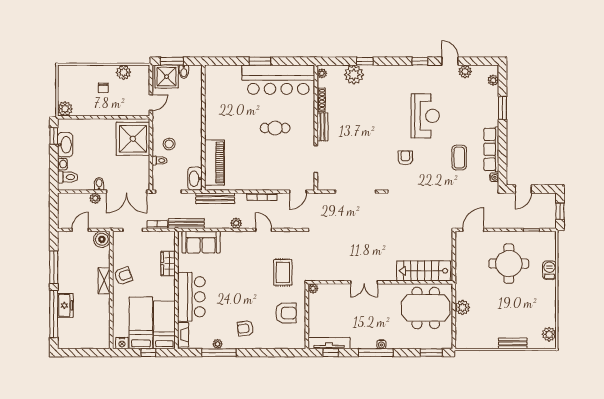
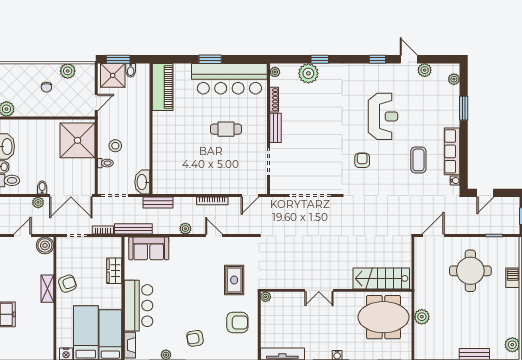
piano: (214, 163) -> (163, 87), moved
bench: (215, 198) -> (158, 203), width x0.73

